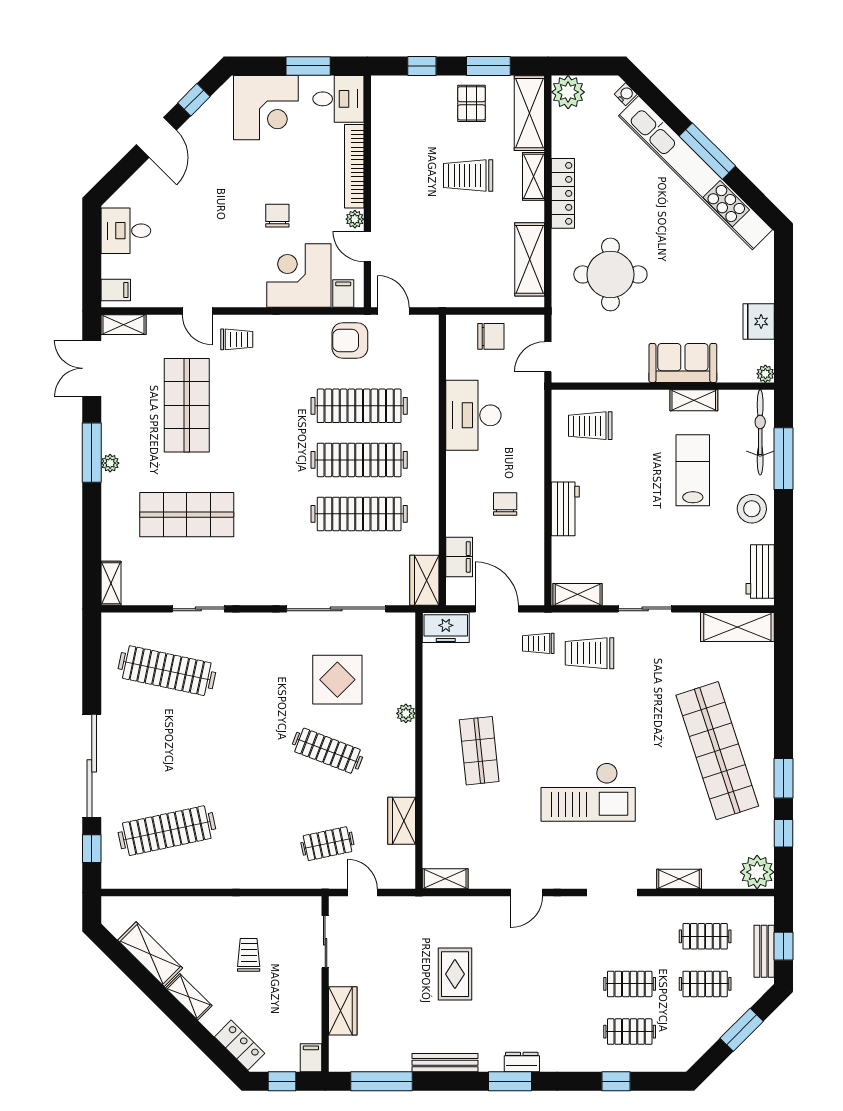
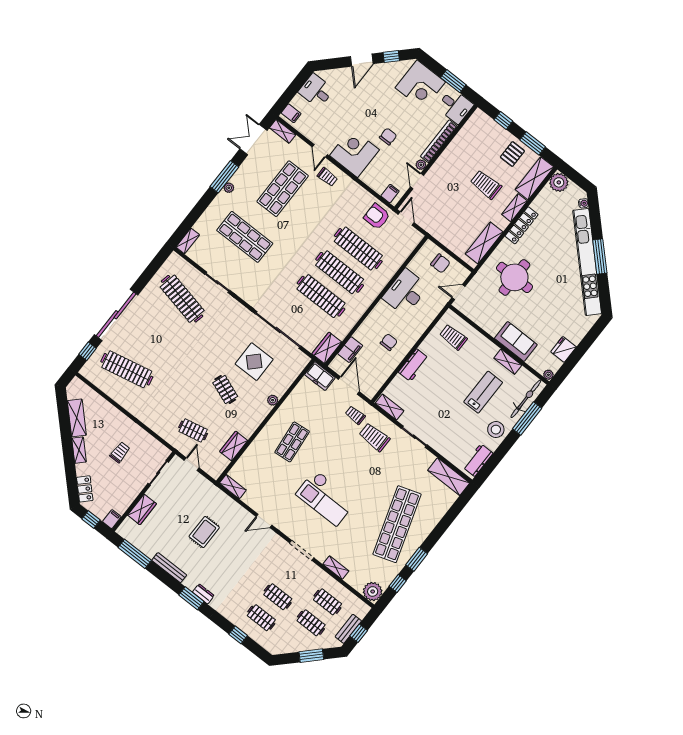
corner desk: (299, 276) -> (354, 153), moved
clothes rail: (327, 751) -> (225, 389), width x0.73

